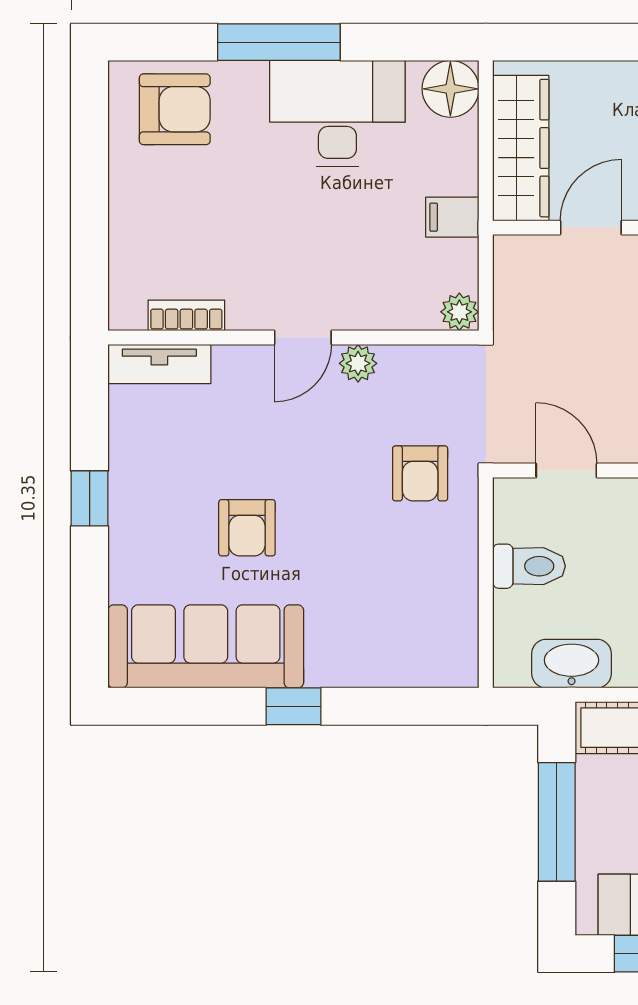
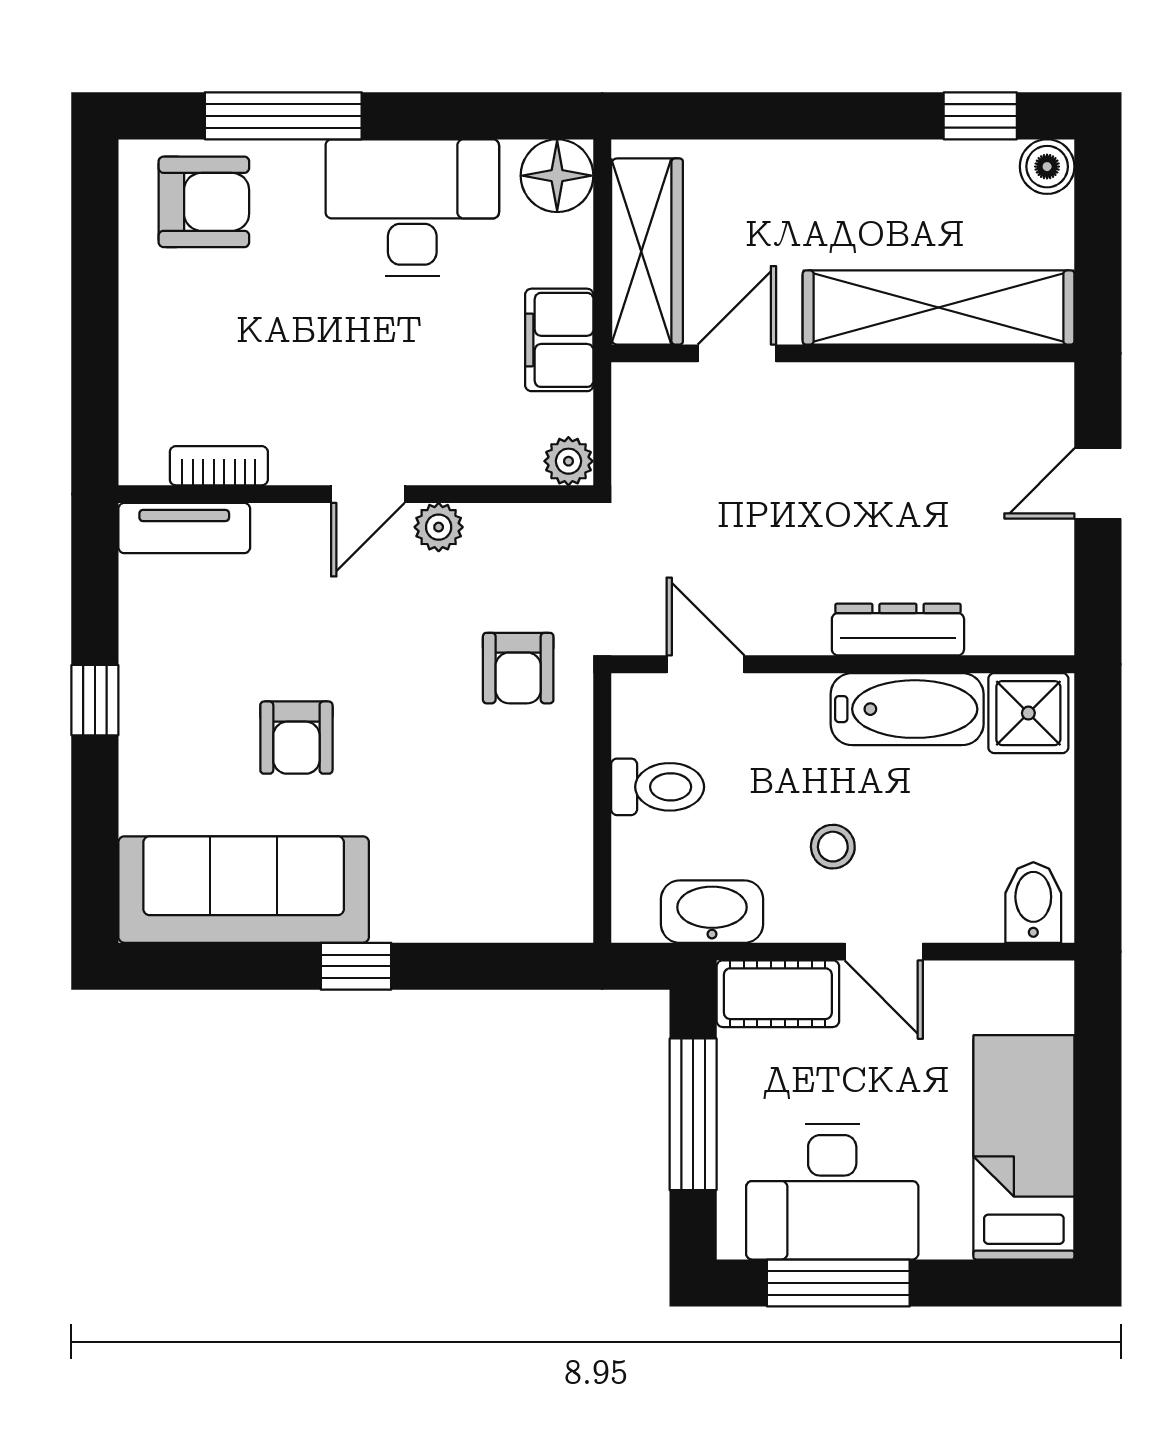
window: (279, 42) -> (283, 116), moved
filing cabinet: (452, 217) -> (559, 340), width x2.00

